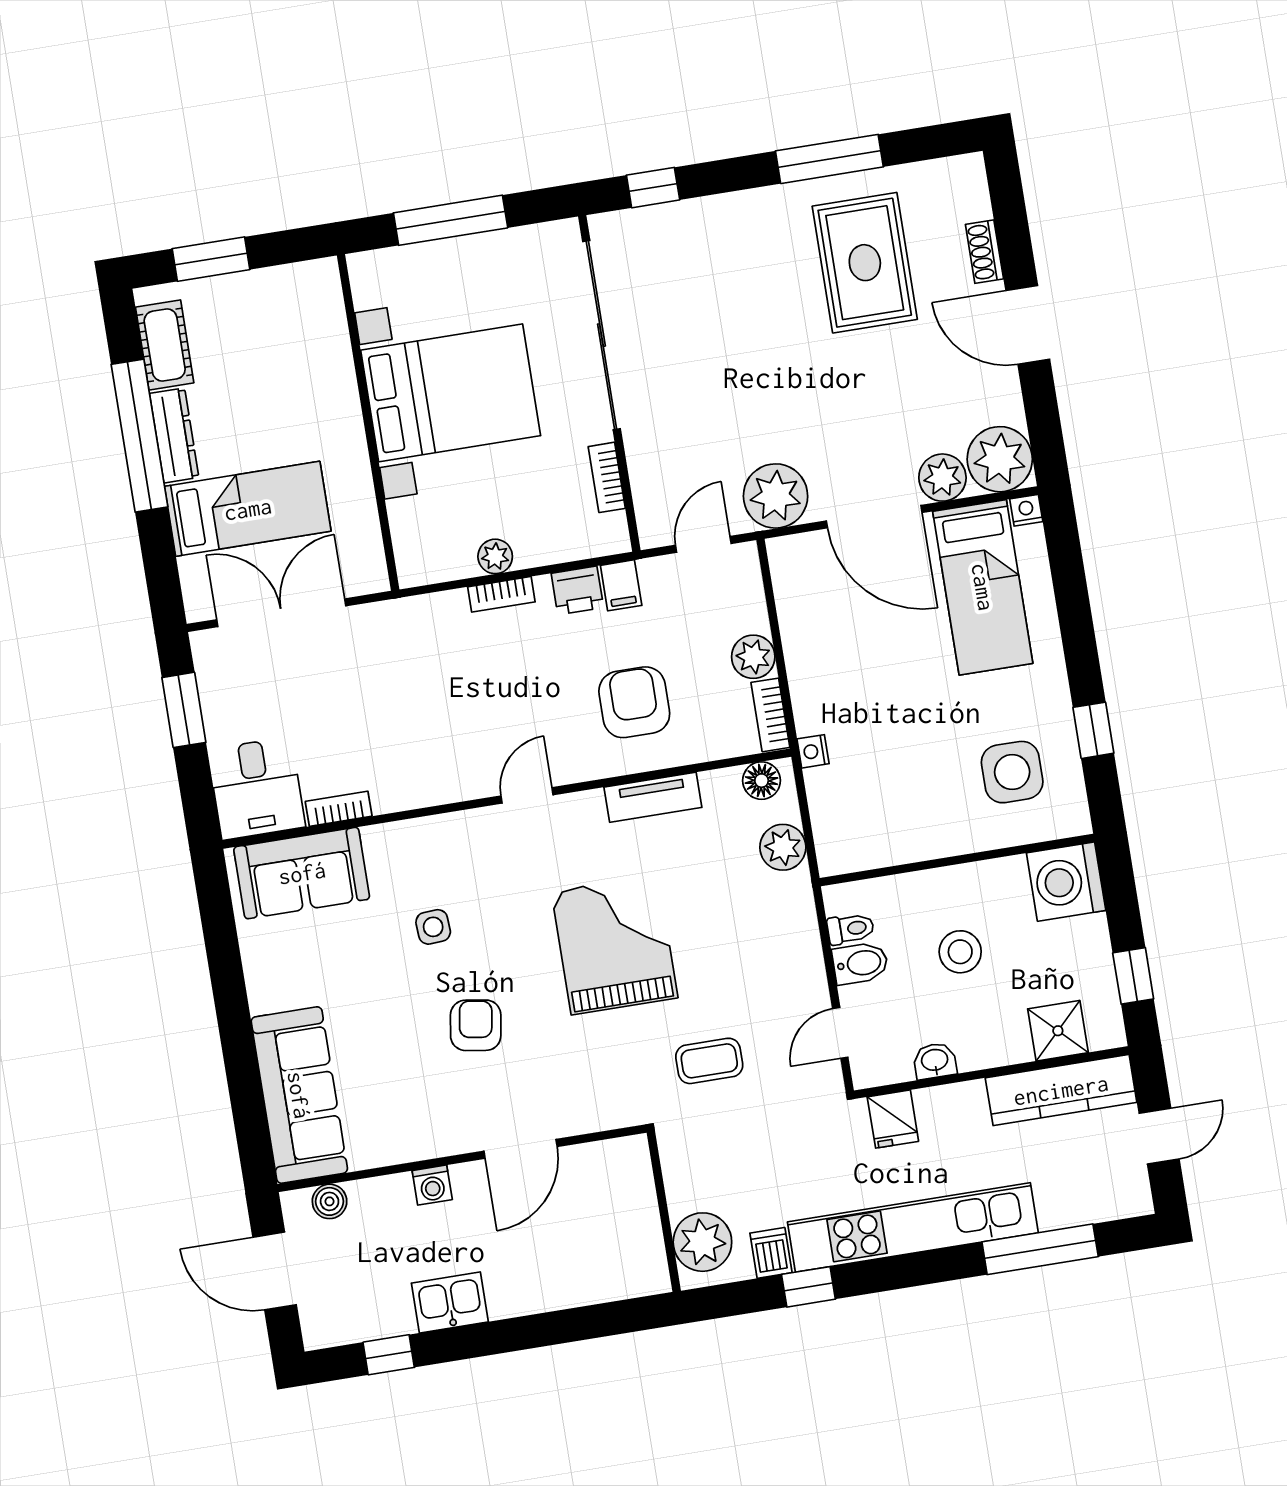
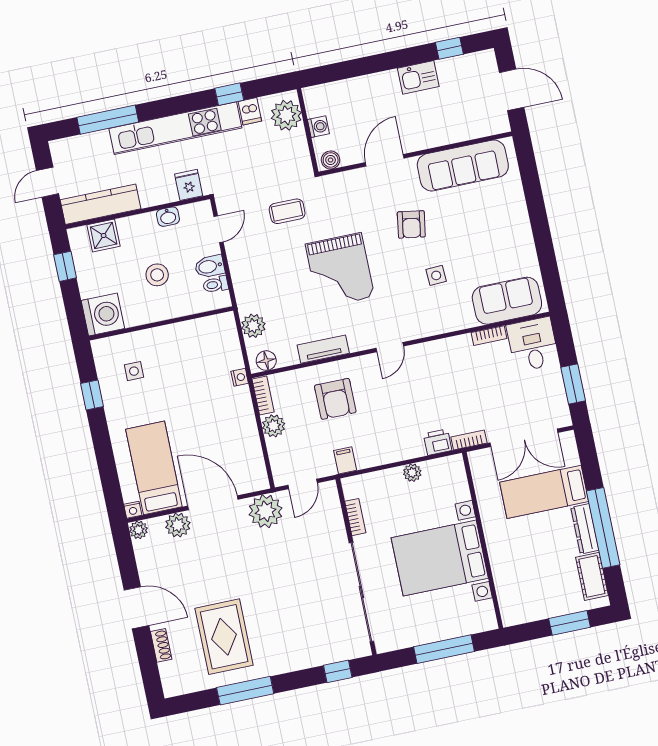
plant: (1000, 459) -> (138, 530), width x0.53, depth x0.53
printer: (577, 590) -> (438, 442), moved
bookcase: (501, 594) -> (469, 440), moved
side table: (1012, 772) -> (134, 371), width x0.54, depth x0.54
sofa: (299, 1095) -> (463, 165), moved, turned -90
washing machine: (432, 1185) -> (318, 127), moved, turned 90
boiler: (330, 1201) -> (331, 160), moved

